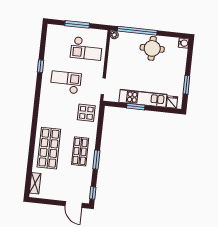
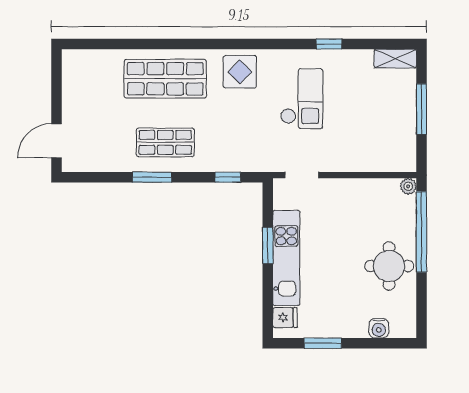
water cooler: (184, 43) -> (379, 328), moved
checkout: (86, 48) -> (375, 133), removed
display table: (86, 113) -> (240, 72), moved
shelving: (35, 183) -> (395, 59), moved
window: (93, 193) -> (228, 177), moved

